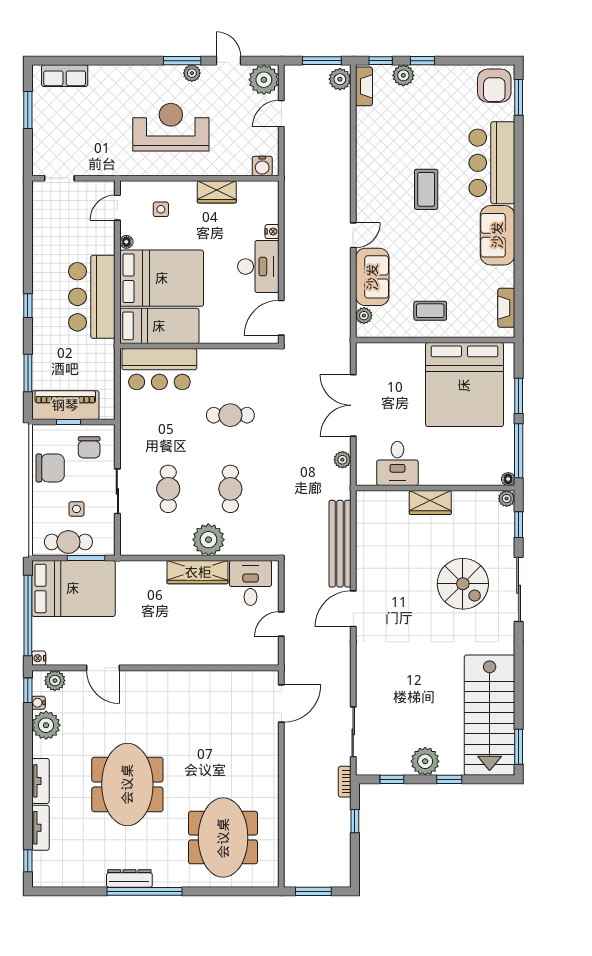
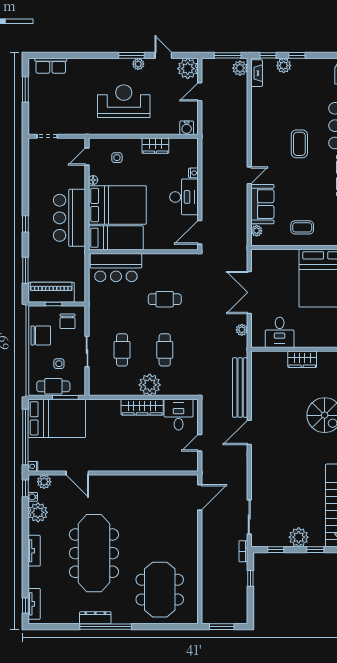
meeting table: (127, 784) -> (94, 553), width x1.36
tv unit: (40, 828) -> (34, 604), moved

